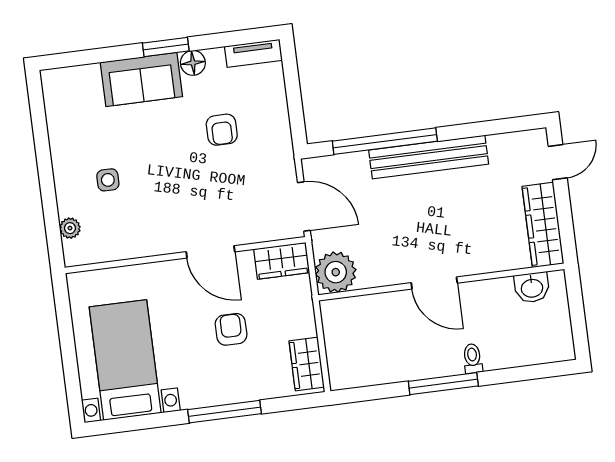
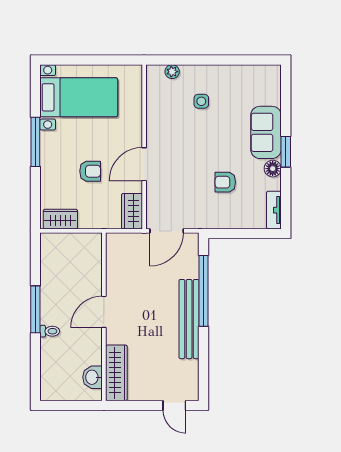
wardrobe: (543, 225) -> (116, 373), moved, turned 90
plant: (336, 272) -> (120, 247), removed
window: (225, 412) -> (35, 142), moved

